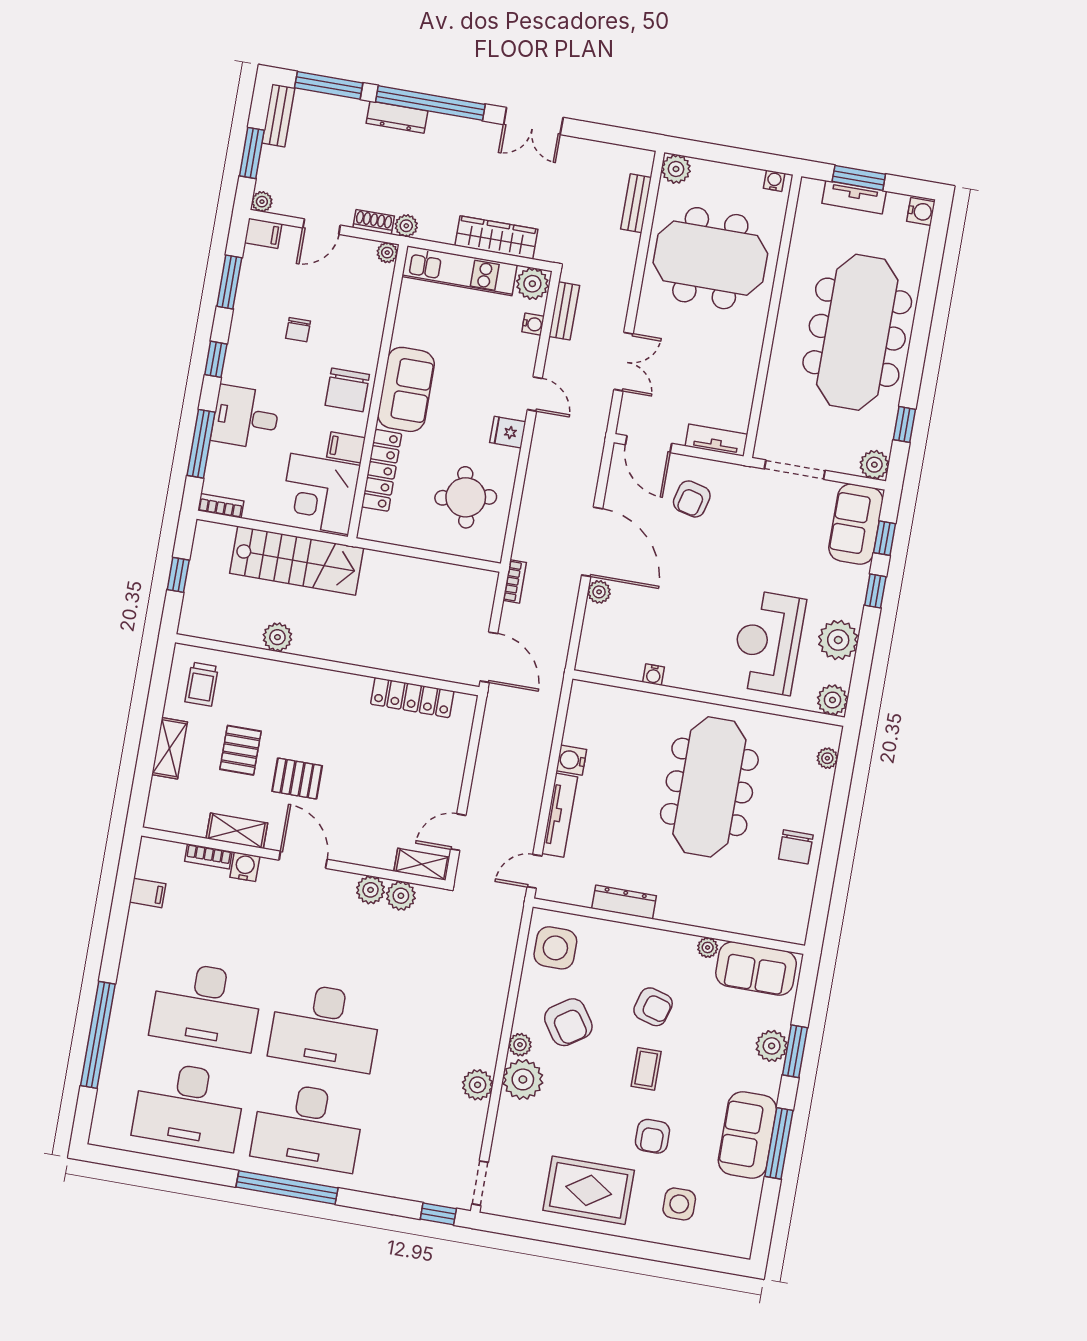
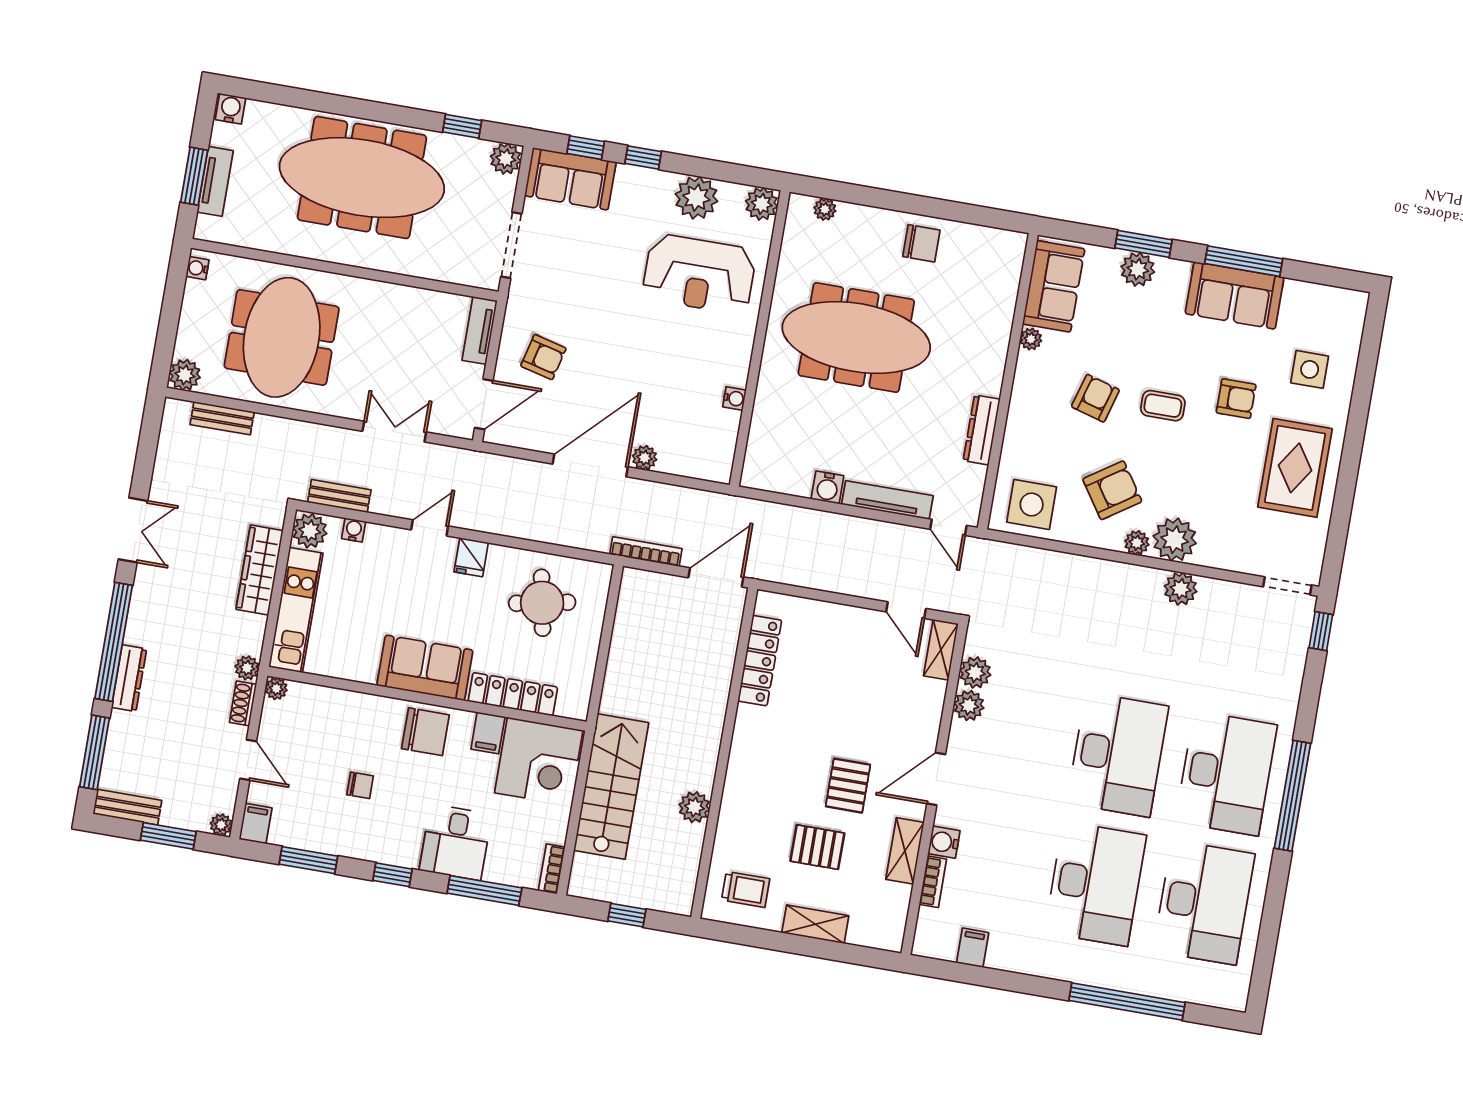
bookcase: (515, 581) -> (646, 552), width x1.56

